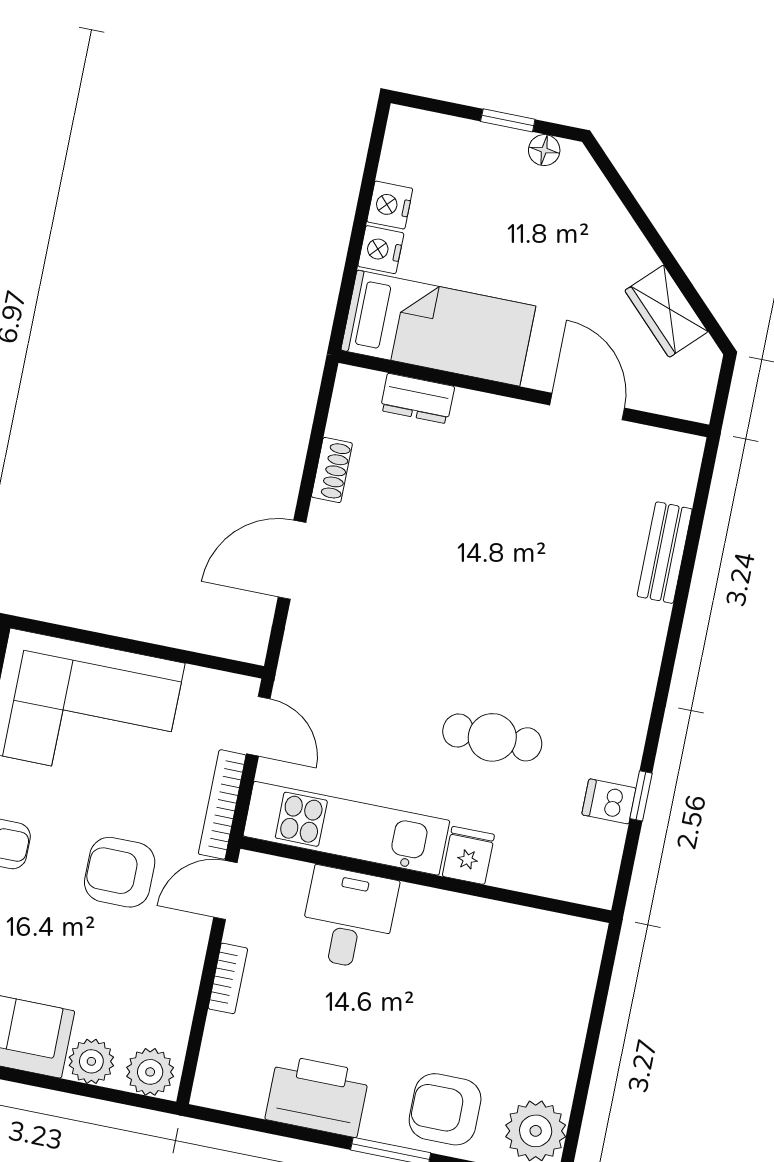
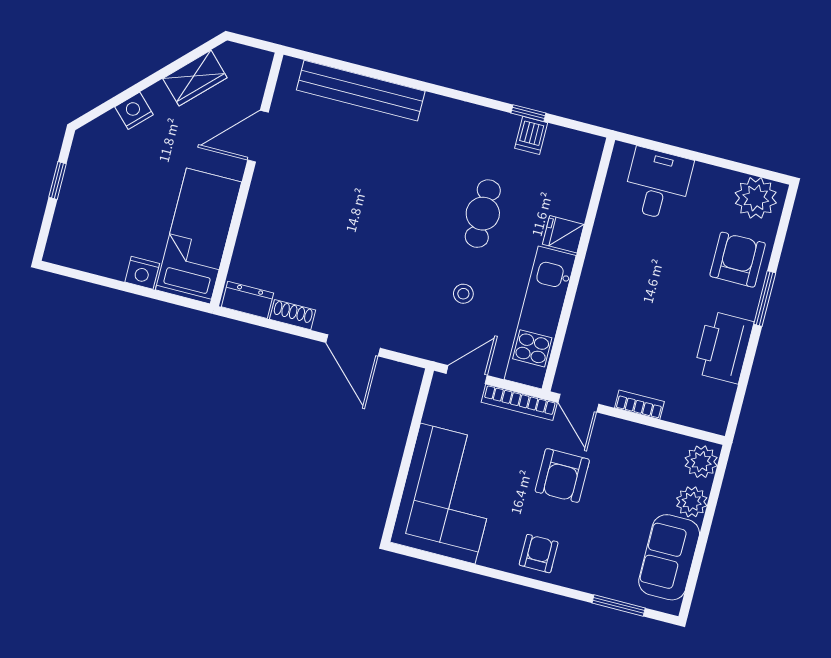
floor lamp: (544, 150) -> (79, 157), removed
nightstand: (390, 205) -> (134, 111), moved, turned 135
dresser: (417, 398) -> (248, 300), moved, turned -90
bench: (665, 553) -> (361, 91), width x1.86, depth x1.21
stool: (375, 715) -> (463, 294), added
desk: (348, 918) -> (658, 184), moved, turned 90
armchair: (445, 1109) -> (738, 260), turned 180

